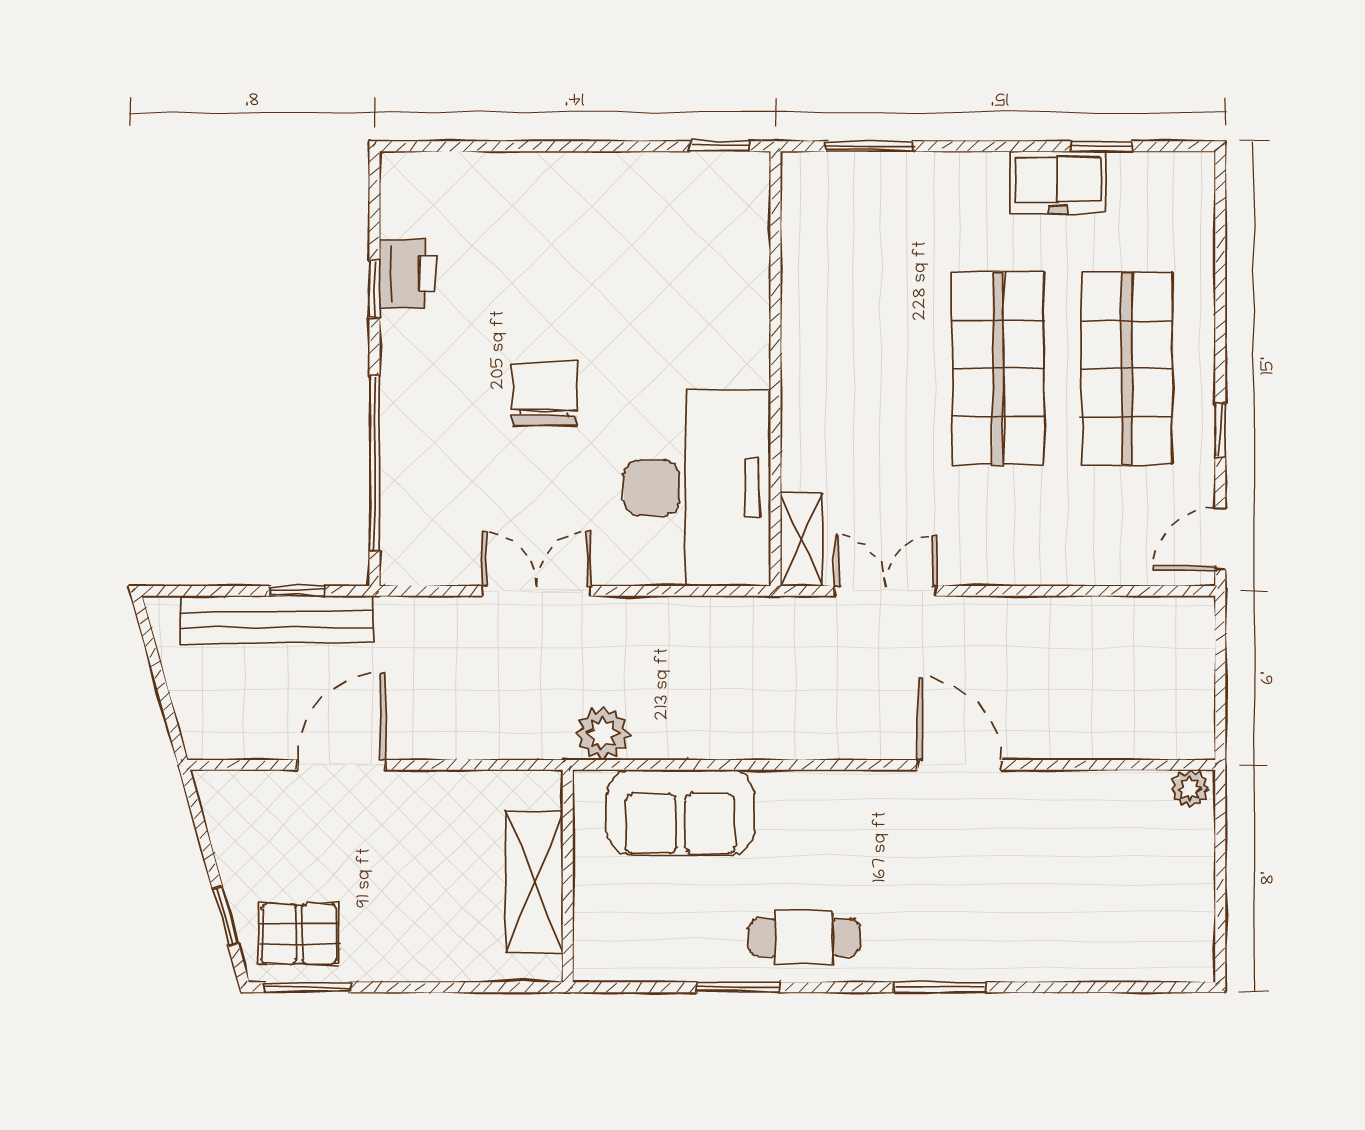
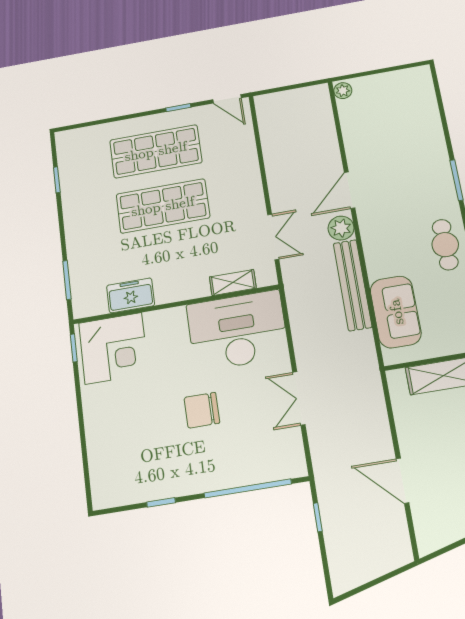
freezer: (1058, 182) -> (131, 295), moved, turned -90
corner desk: (704, 229) -> (113, 348), added
printer: (408, 273) -> (151, 487), removed
shelving: (801, 539) -> (233, 283), moved
double door: (886, 591) -> (273, 237), swing flipped
bench: (276, 620) -> (353, 285), moved
plant: (603, 733) -> (341, 228), moved

